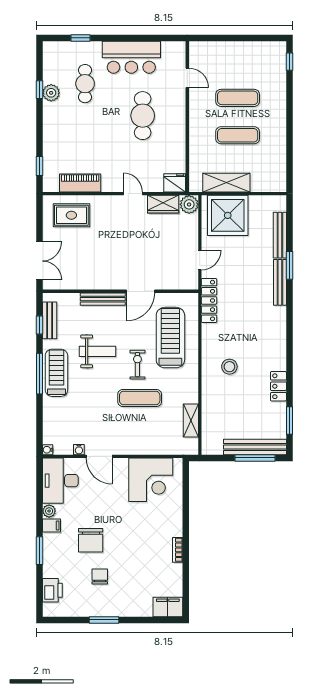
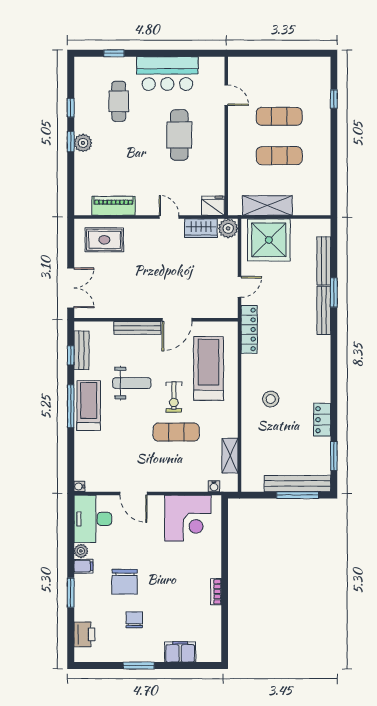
window: (290, 62) -> (334, 99), moved
plant: (51, 93) -> (83, 143), moved
window: (39, 166) -> (71, 142), moved
exercise bike: (137, 365) -> (174, 397), turned 180
water cooler: (79, 450) -> (214, 486), moved
filing cabinet: (168, 607) -> (180, 652), moved

